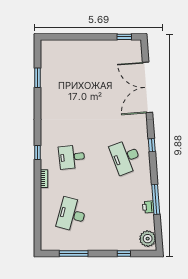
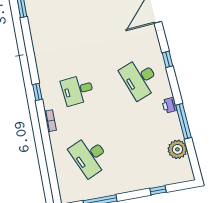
printer: (148, 207) -> (169, 105), moved
desk: (72, 214) -> (90, 156), turned -39
plant: (148, 239) -> (177, 149), moved

